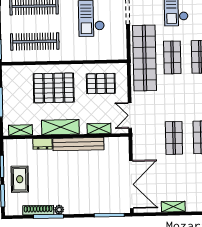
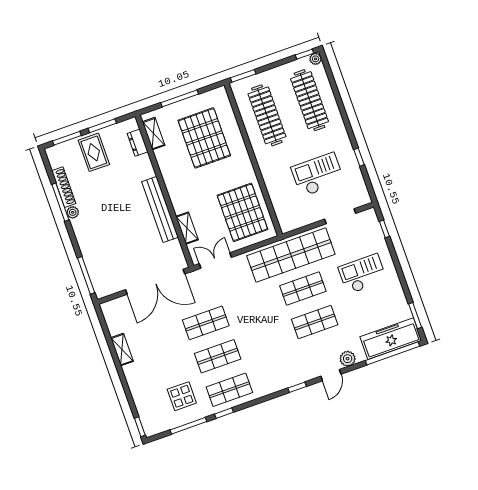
pallet: (101, 84) -> (242, 212), width x1.37, depth x1.41
pallet: (54, 88) -> (204, 138), moved
shelving: (60, 127) -> (173, 181), removed
dresser: (43, 144) -> (138, 143), moved
rug: (20, 179) -> (94, 152), turned 90
double door: (131, 184) -> (155, 282), moved

